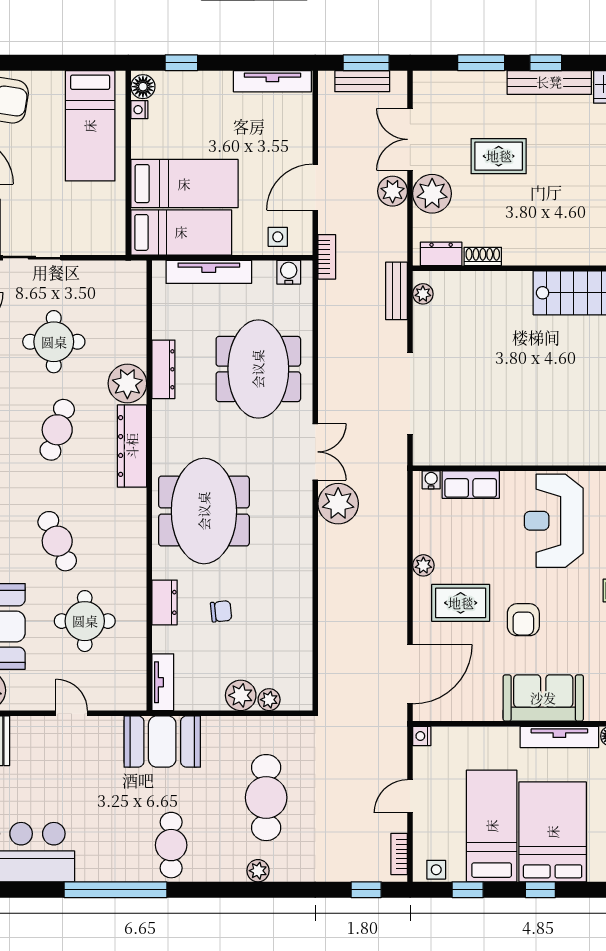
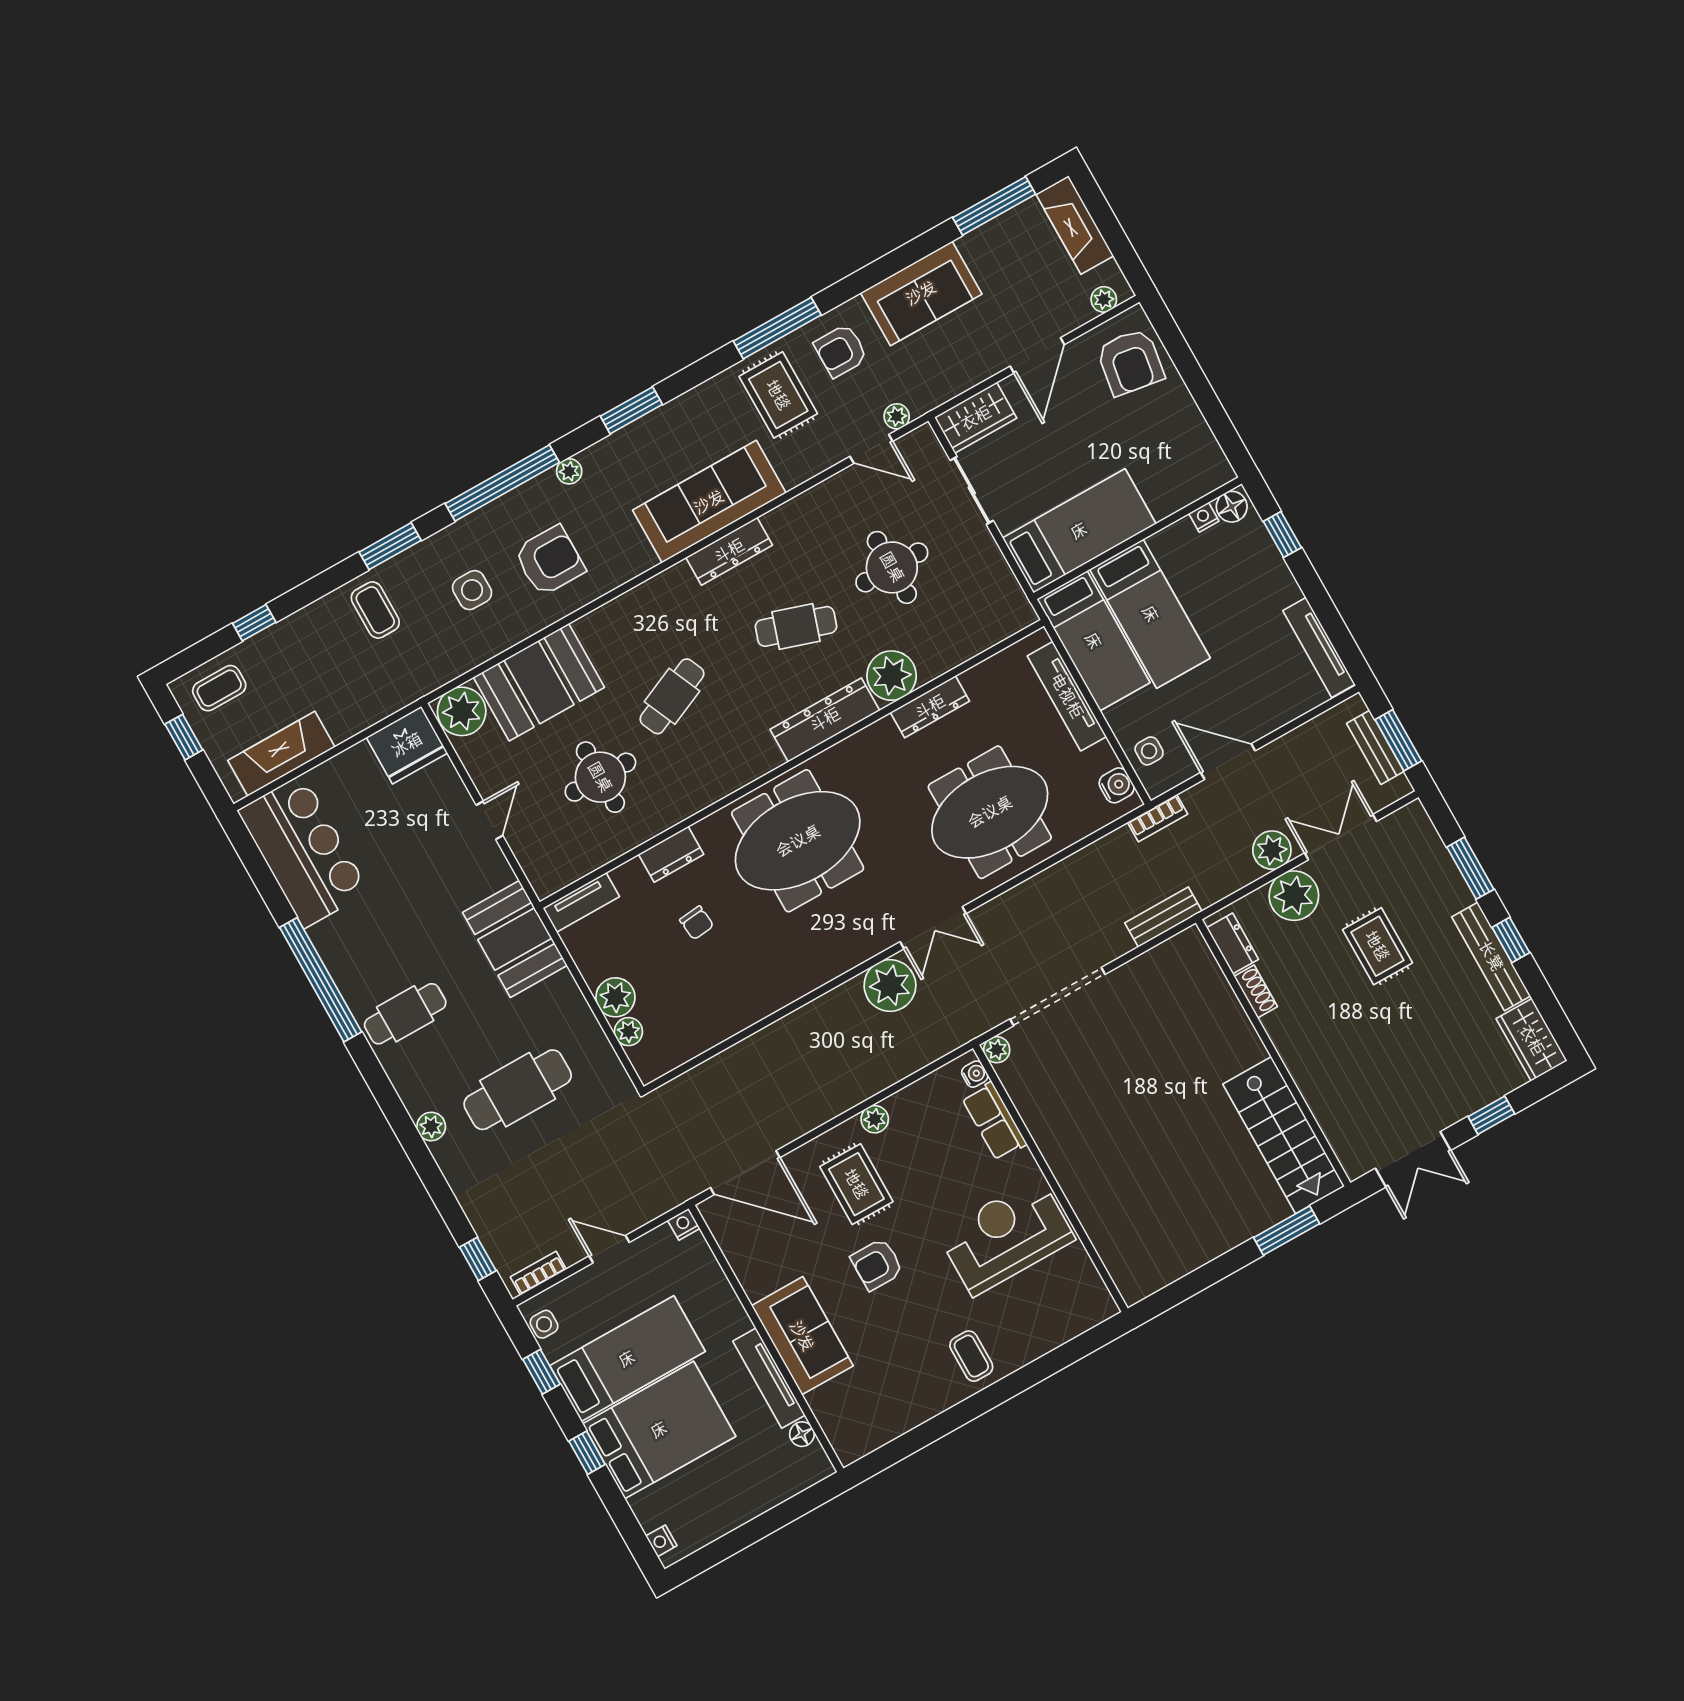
bed: (90, 126) -> (1079, 531), moved, turned 180
plant: (423, 294) -> (997, 1050), moved

